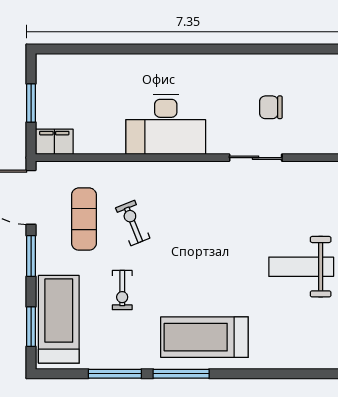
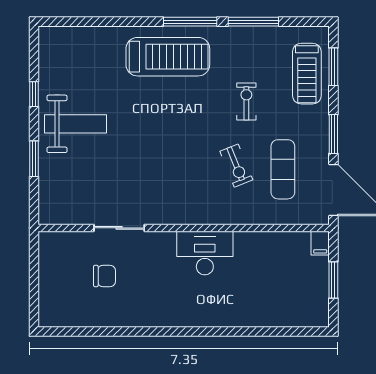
desk: (166, 124) -> (205, 253), width x0.73, depth x0.77
filing cabinet: (54, 142) -> (320, 243), width x0.50
treadmill: (59, 319) -> (307, 74), width x0.73, depth x0.73

